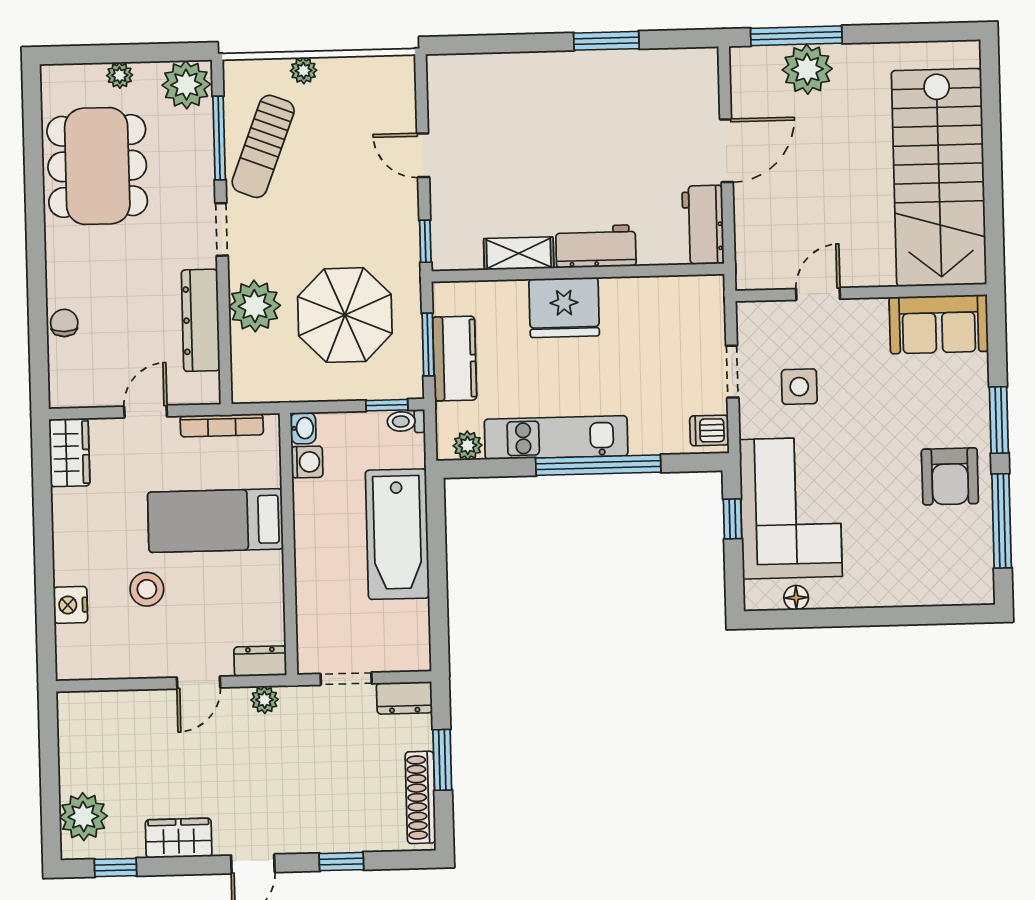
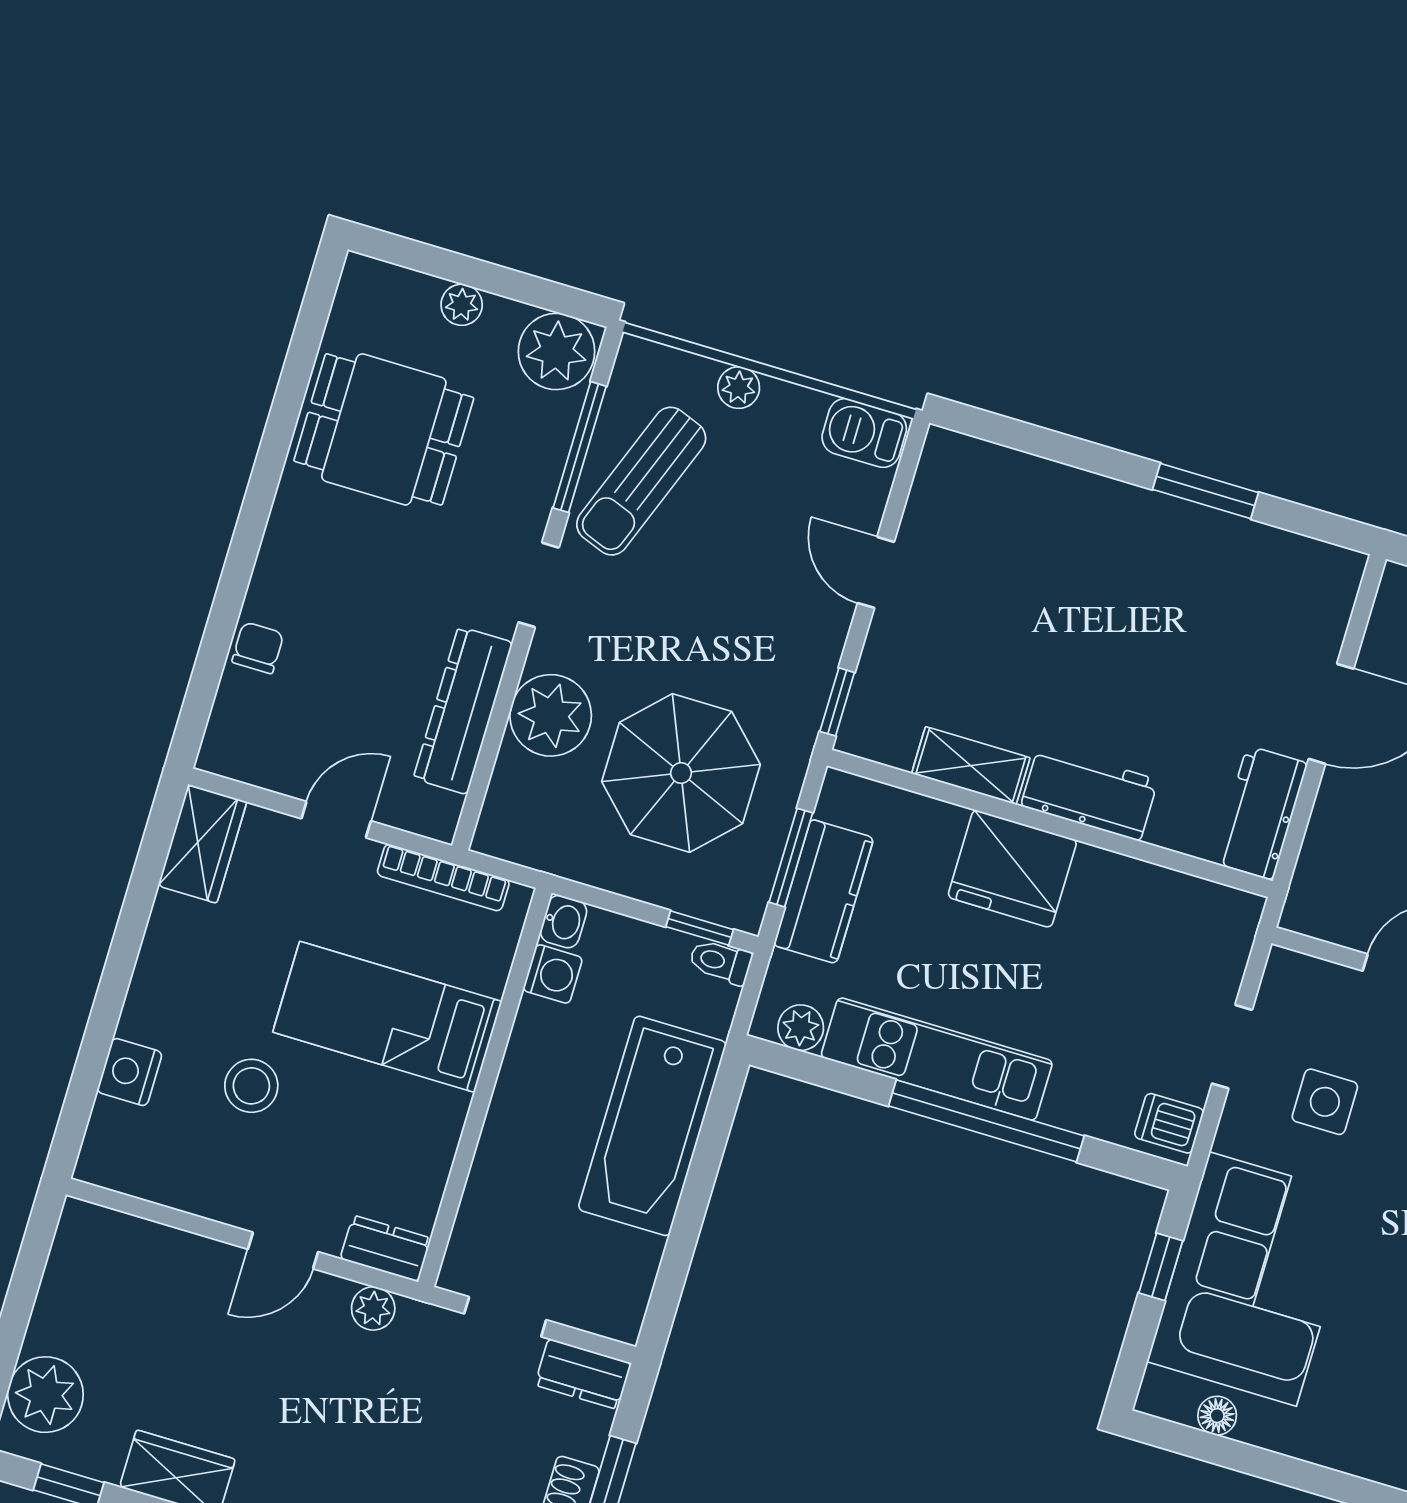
barbecue: (388, 73) -> (864, 433), added
dining table: (97, 166) -> (384, 429), width x0.73

